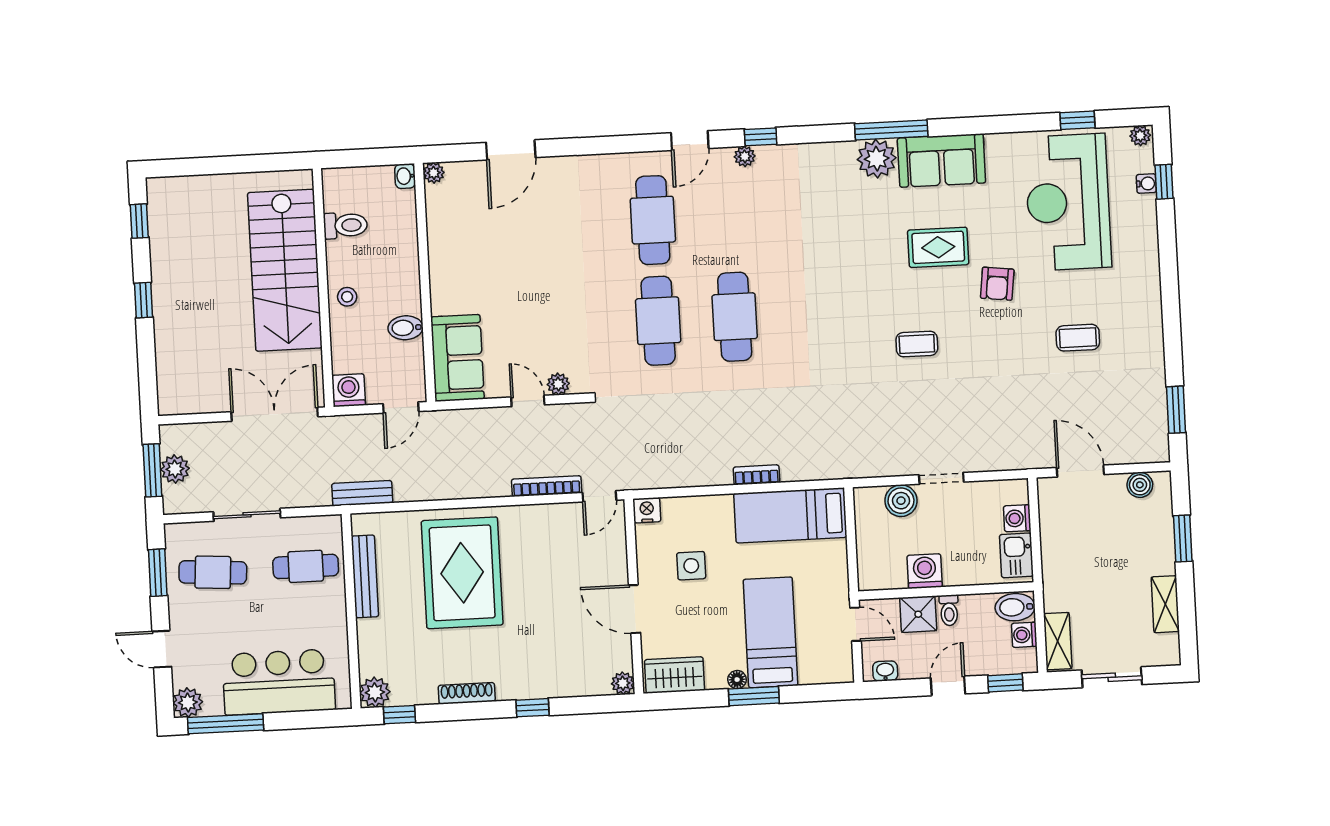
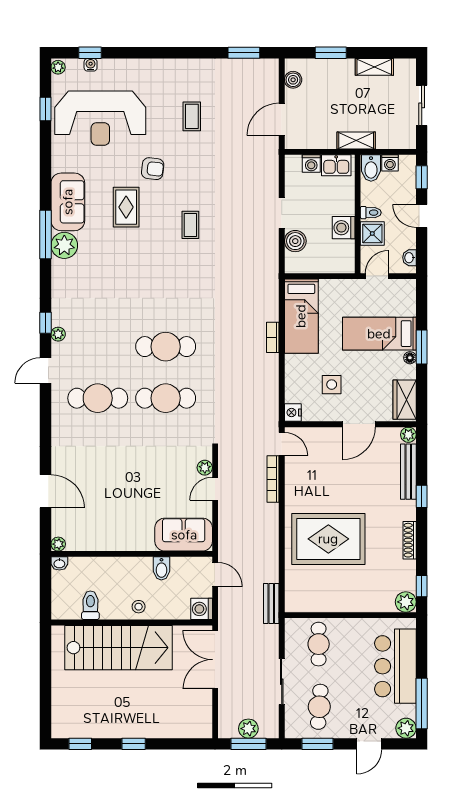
door: (690, 141) -> (46, 371), swing flipped
bench: (365, 576) -> (408, 472), moved, turned 90
shelving: (1058, 641) -> (356, 141), moved

